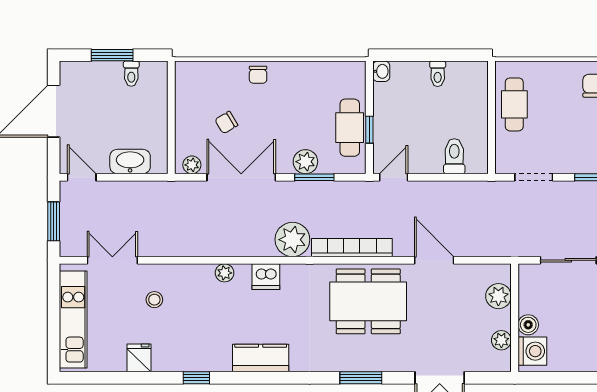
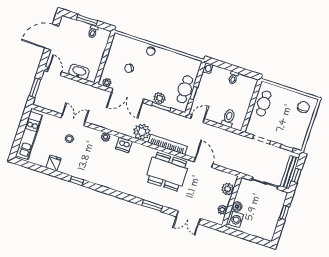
double door: (241, 177) -> (128, 96), swing flipped
double door: (112, 260) -> (73, 120), moved
kitchen counter: (261, 358) -> (109, 181), removed

